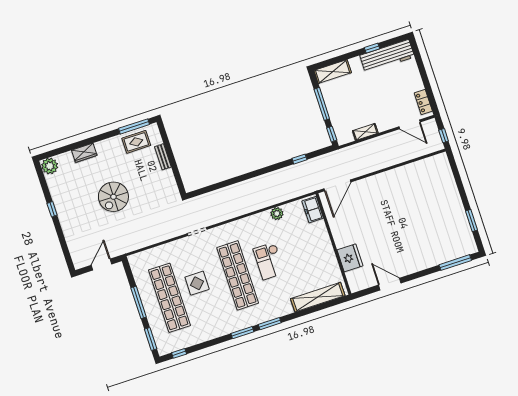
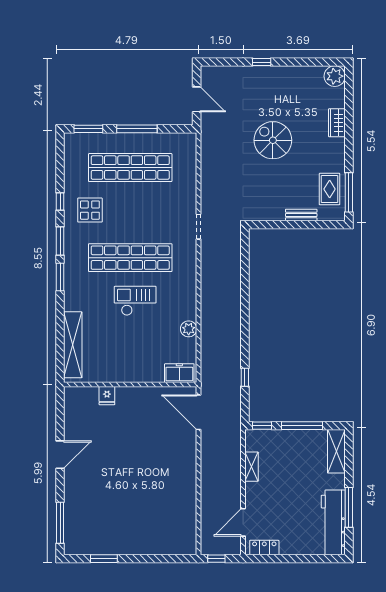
window: (372, 48) -> (349, 507), width x2.17
window: (52, 209) -> (262, 62), moved
fridge: (350, 258) -> (107, 396), width x0.53, depth x0.75
display table: (197, 283) -> (90, 210), moved
door: (390, 284) -> (60, 455), moved
window: (179, 353) -> (60, 201), moved

